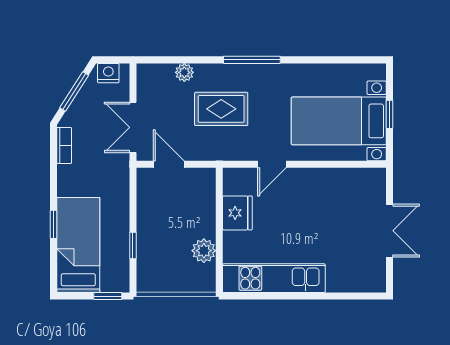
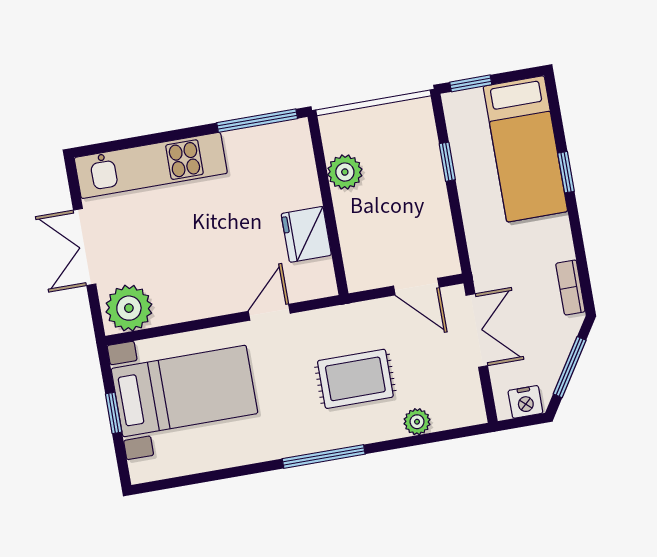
plant: (367, 184) -> (129, 308), added
kitchen unit: (274, 278) -> (151, 165), moved
window: (257, 296) -> (257, 121), added

